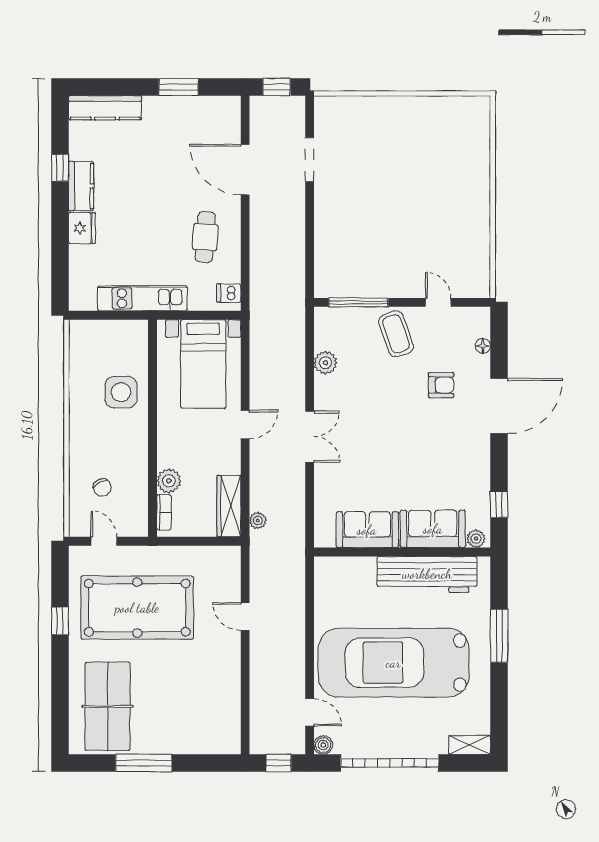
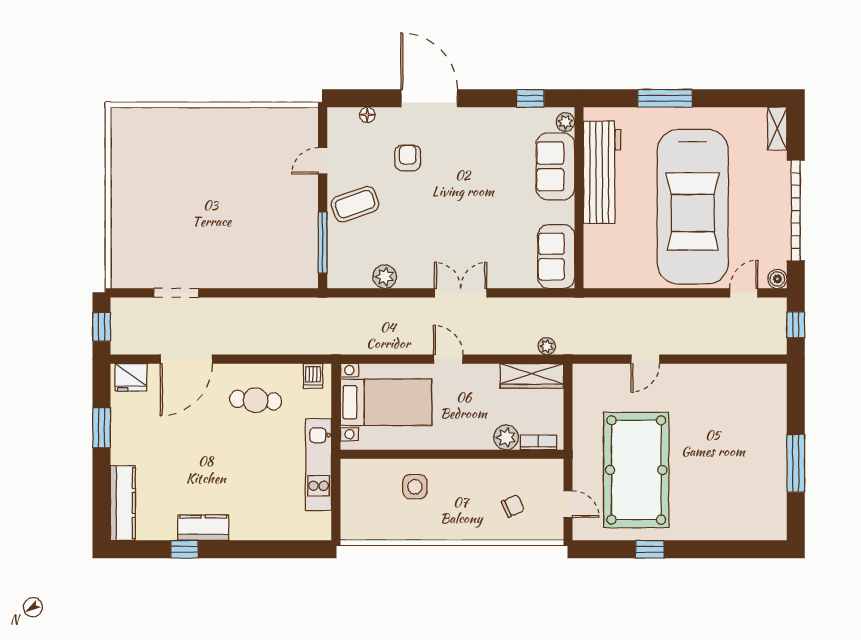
fridge: (82, 228) -> (131, 377), moved, turned 180
side table: (121, 392) -> (415, 487), width x0.73, depth x0.73
sofa: (367, 530) -> (556, 257), moved
door: (104, 541) -> (568, 504), swing flipped
table tennis table: (108, 706) -> (738, 500), removed

